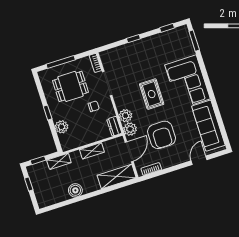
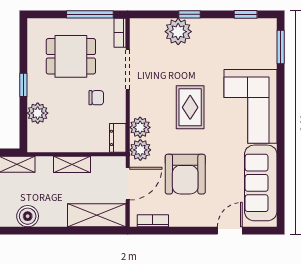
plant: (130, 51) -> (178, 32), added
window: (61, 62) -> (90, 14), moved

